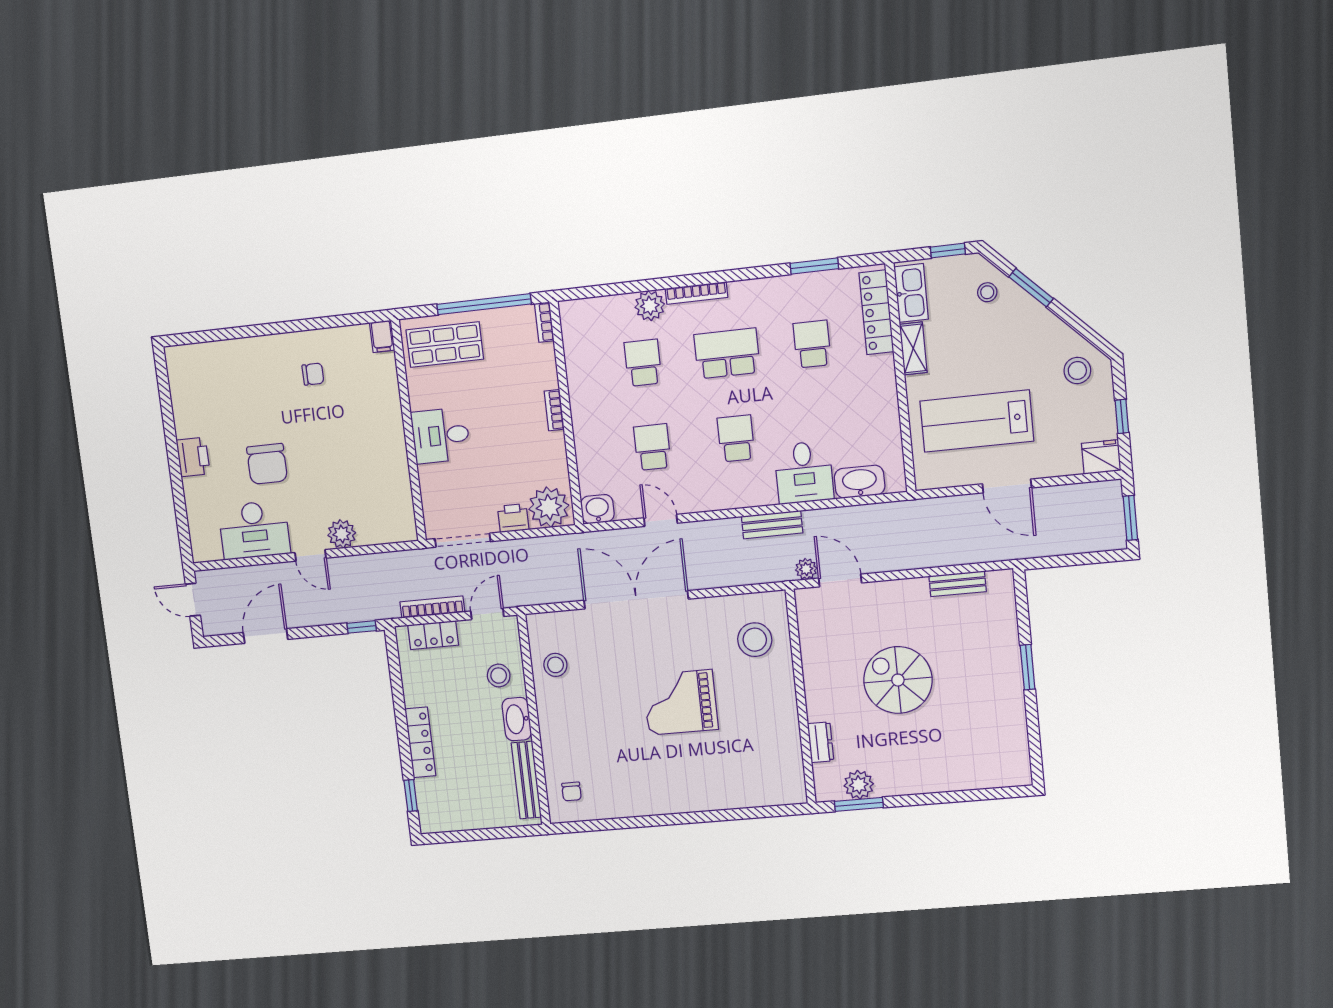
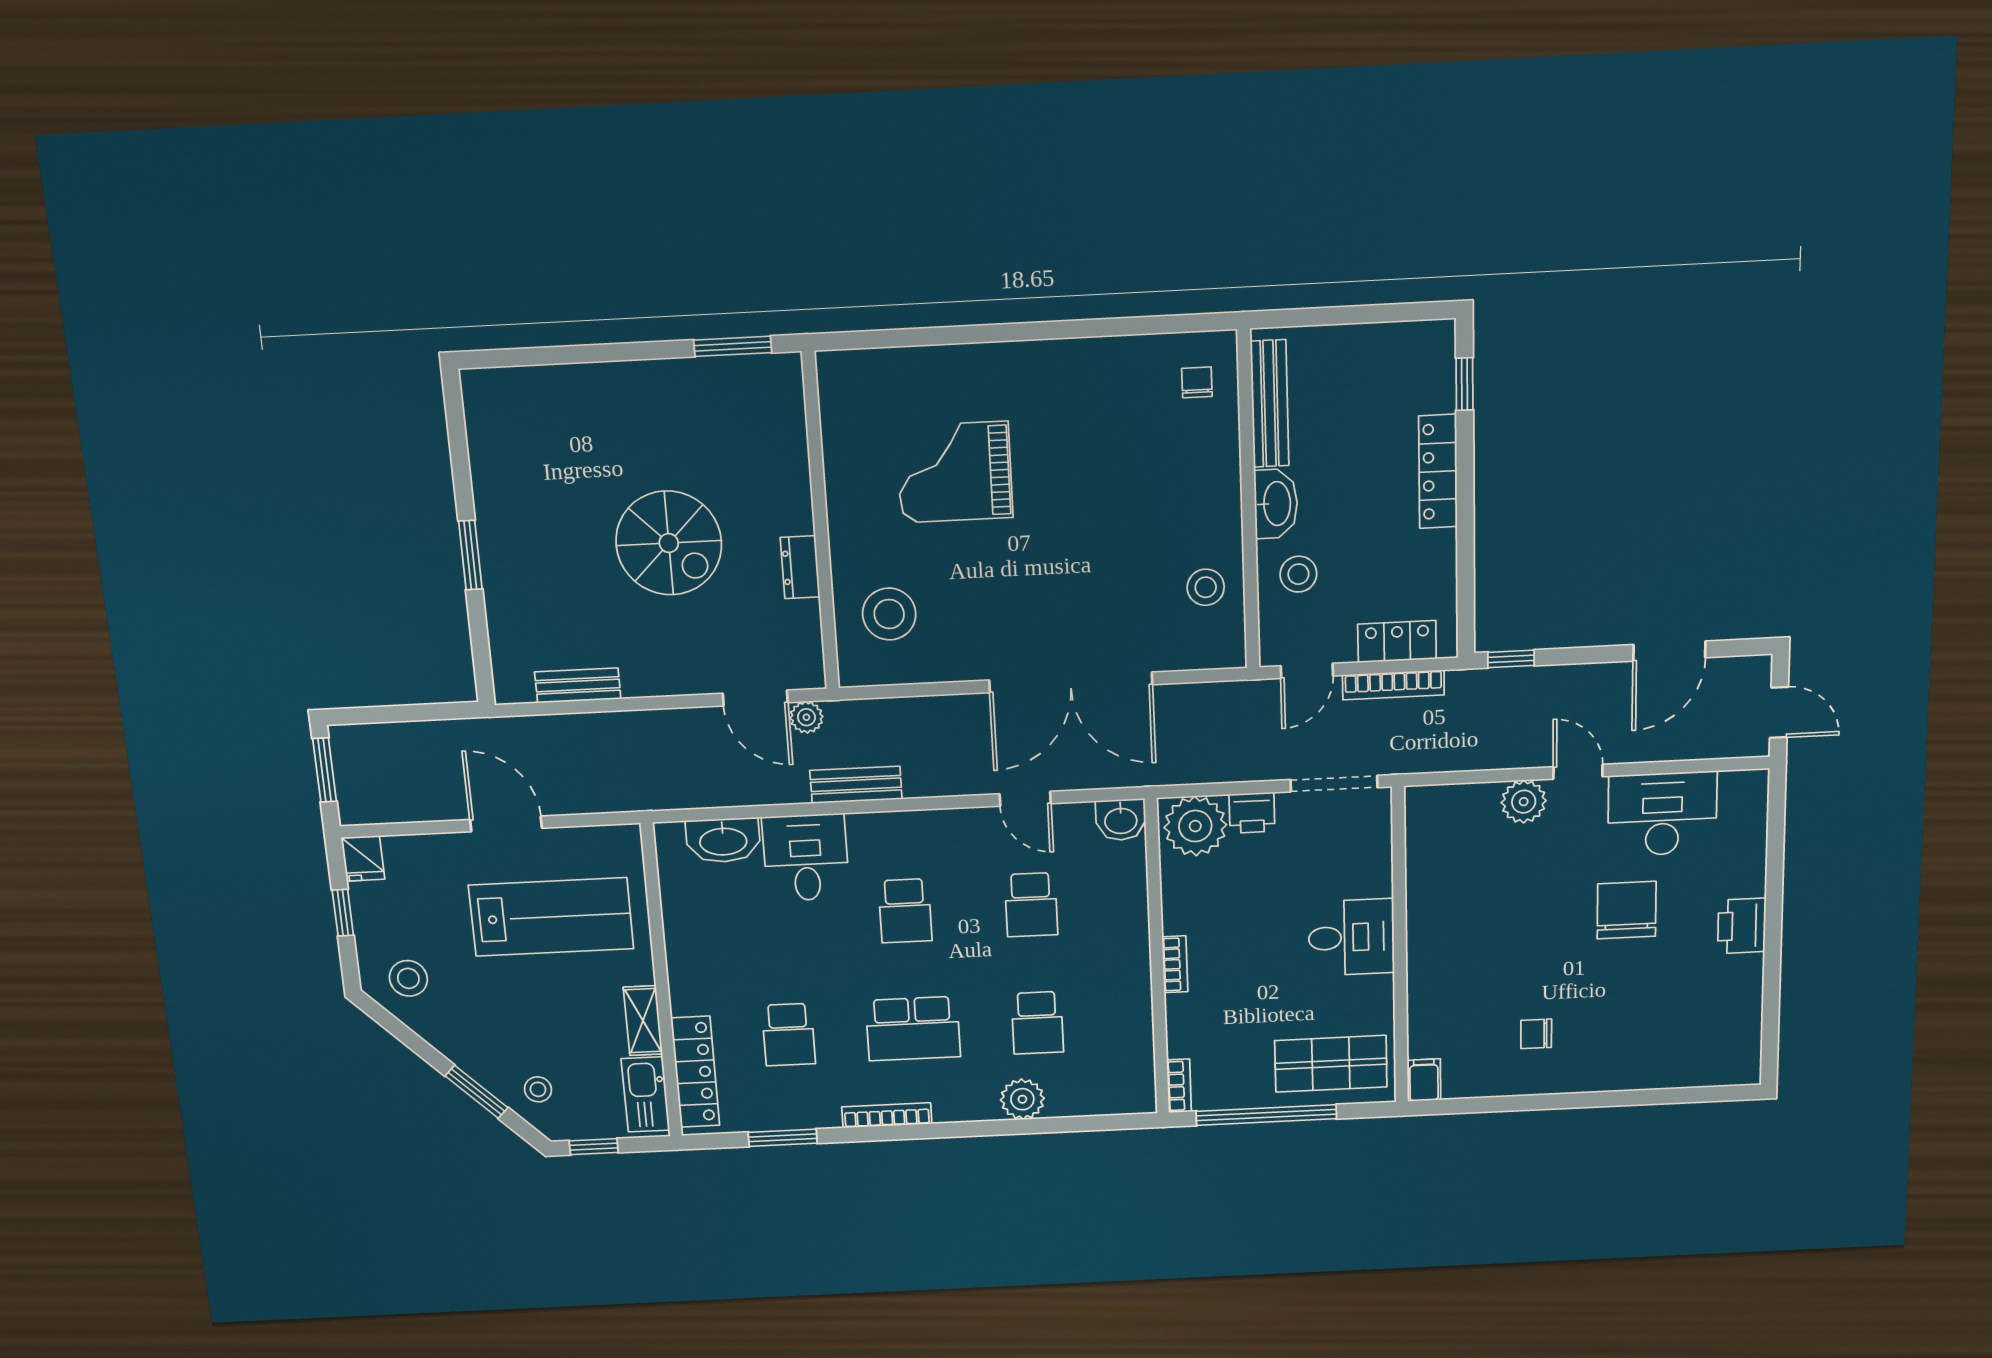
bookcase: (696, 293) -> (887, 1115), moved
fridge: (1101, 457) -> (363, 858), width x0.72
grand piano: (680, 702) -> (955, 472), moved, turned 180
dresser: (821, 742) -> (800, 567), moved
plant: (859, 785) -> (732, 379), removed

